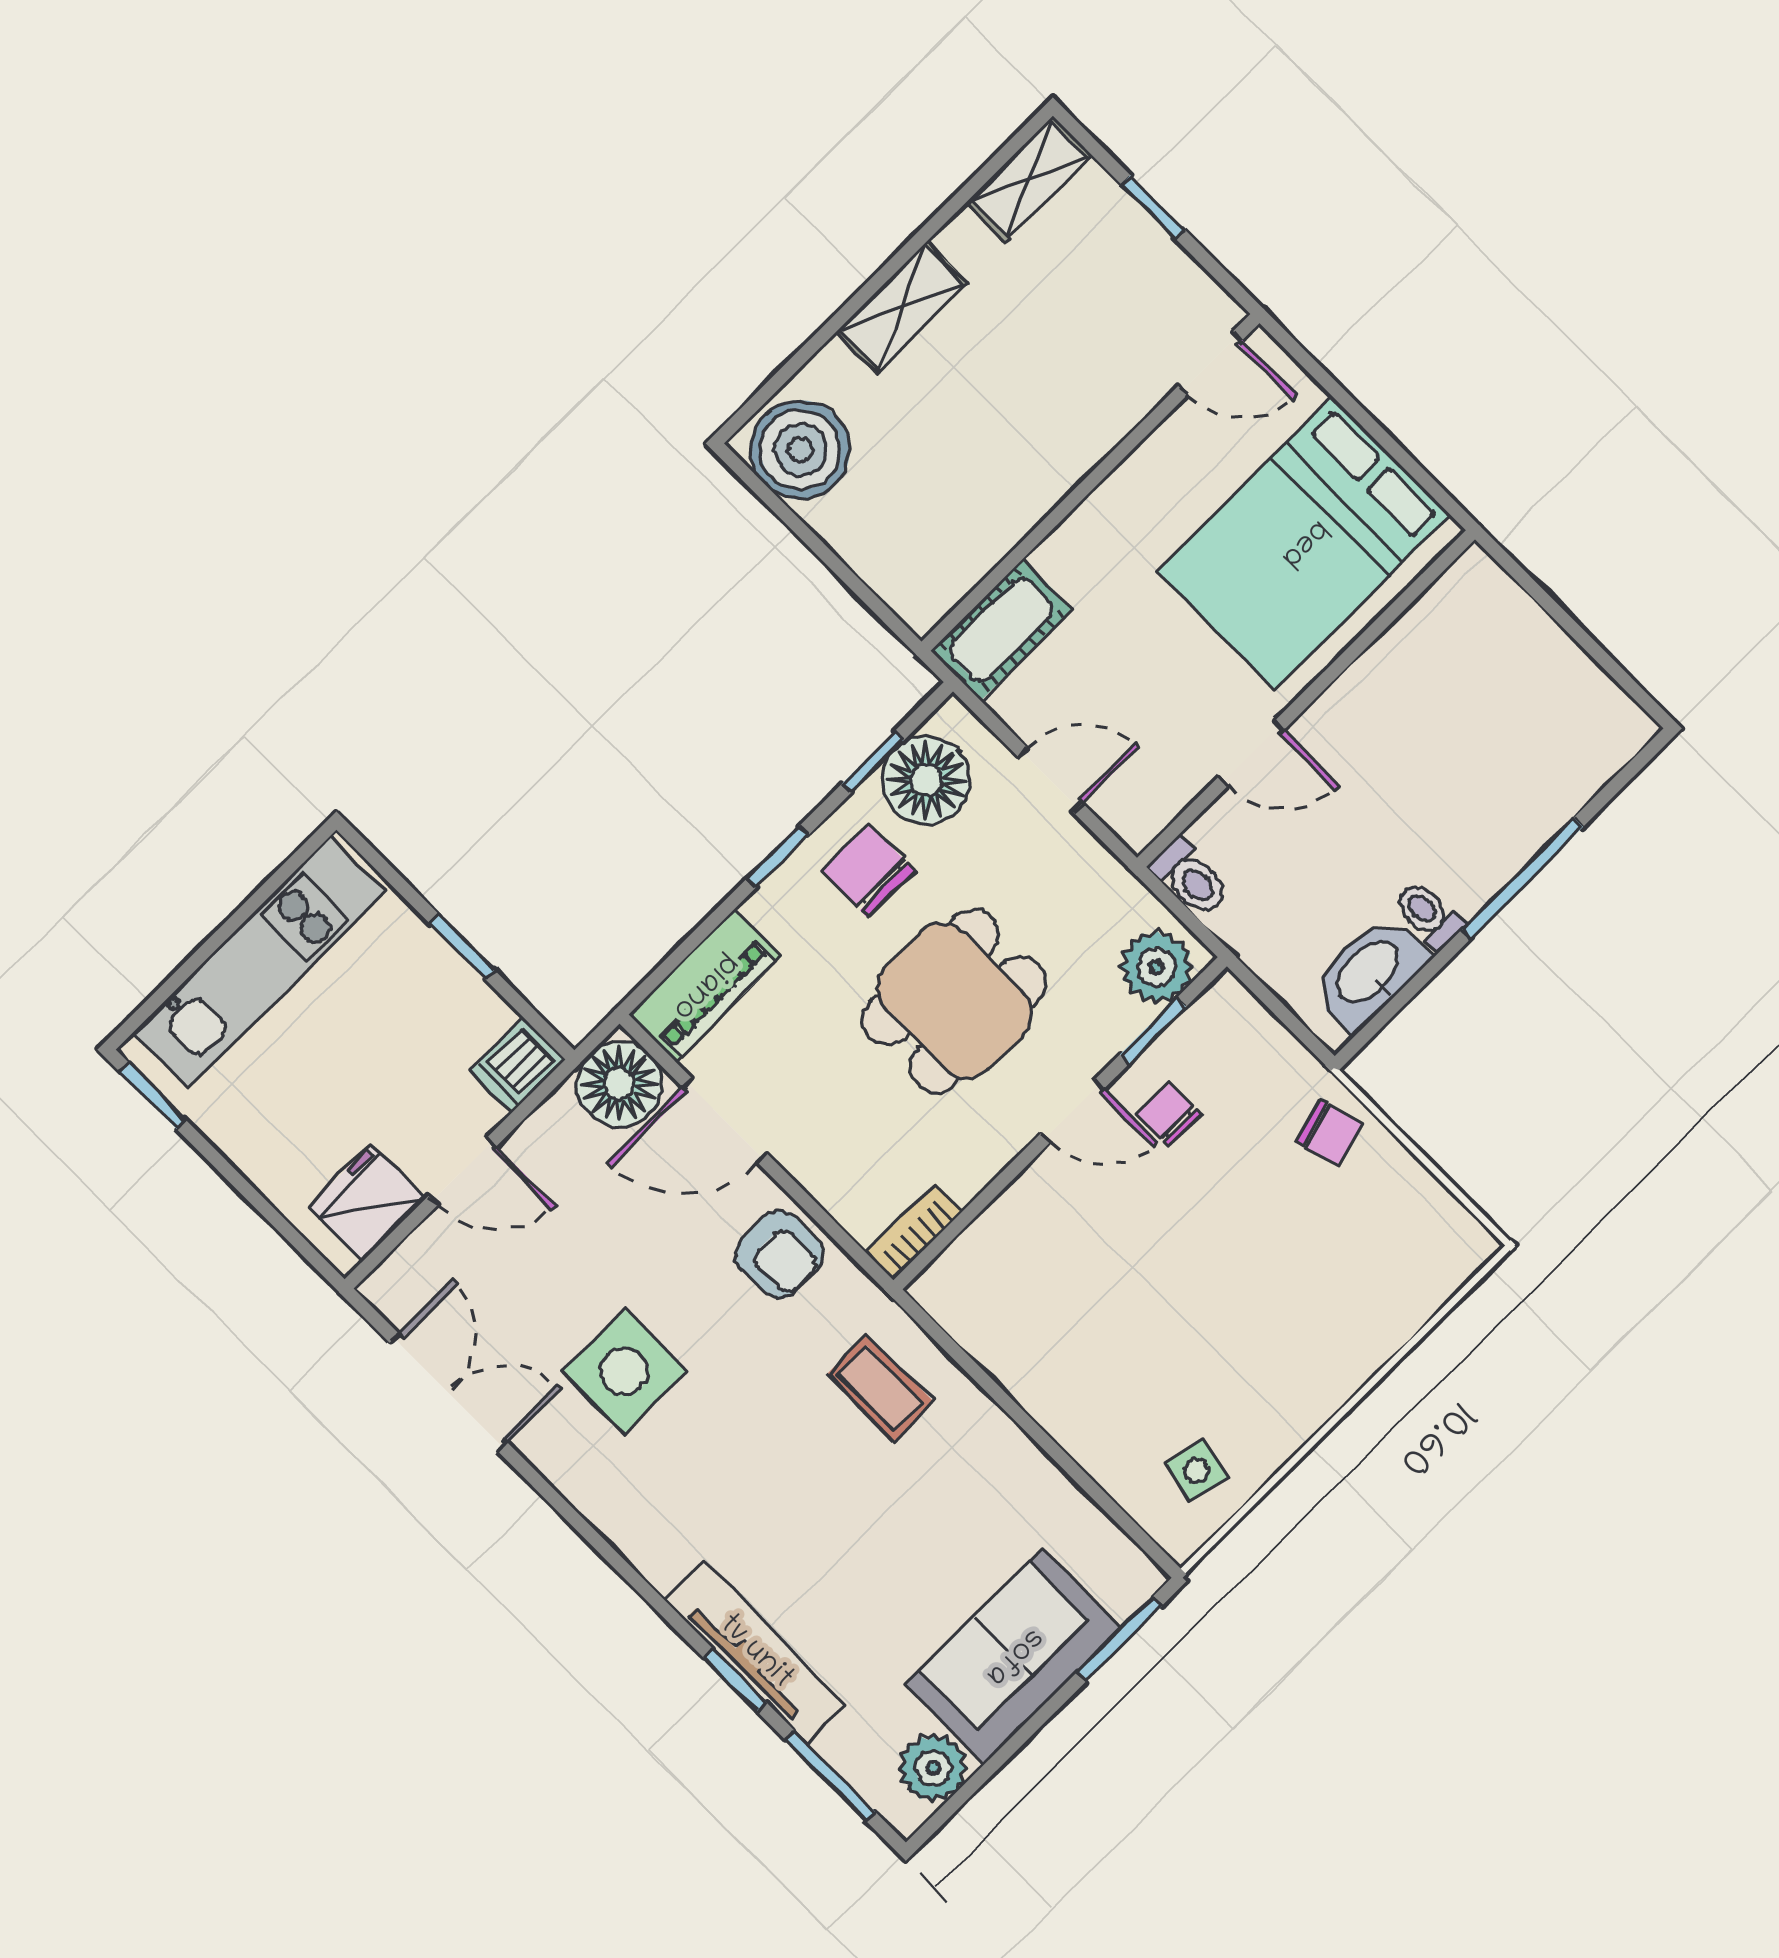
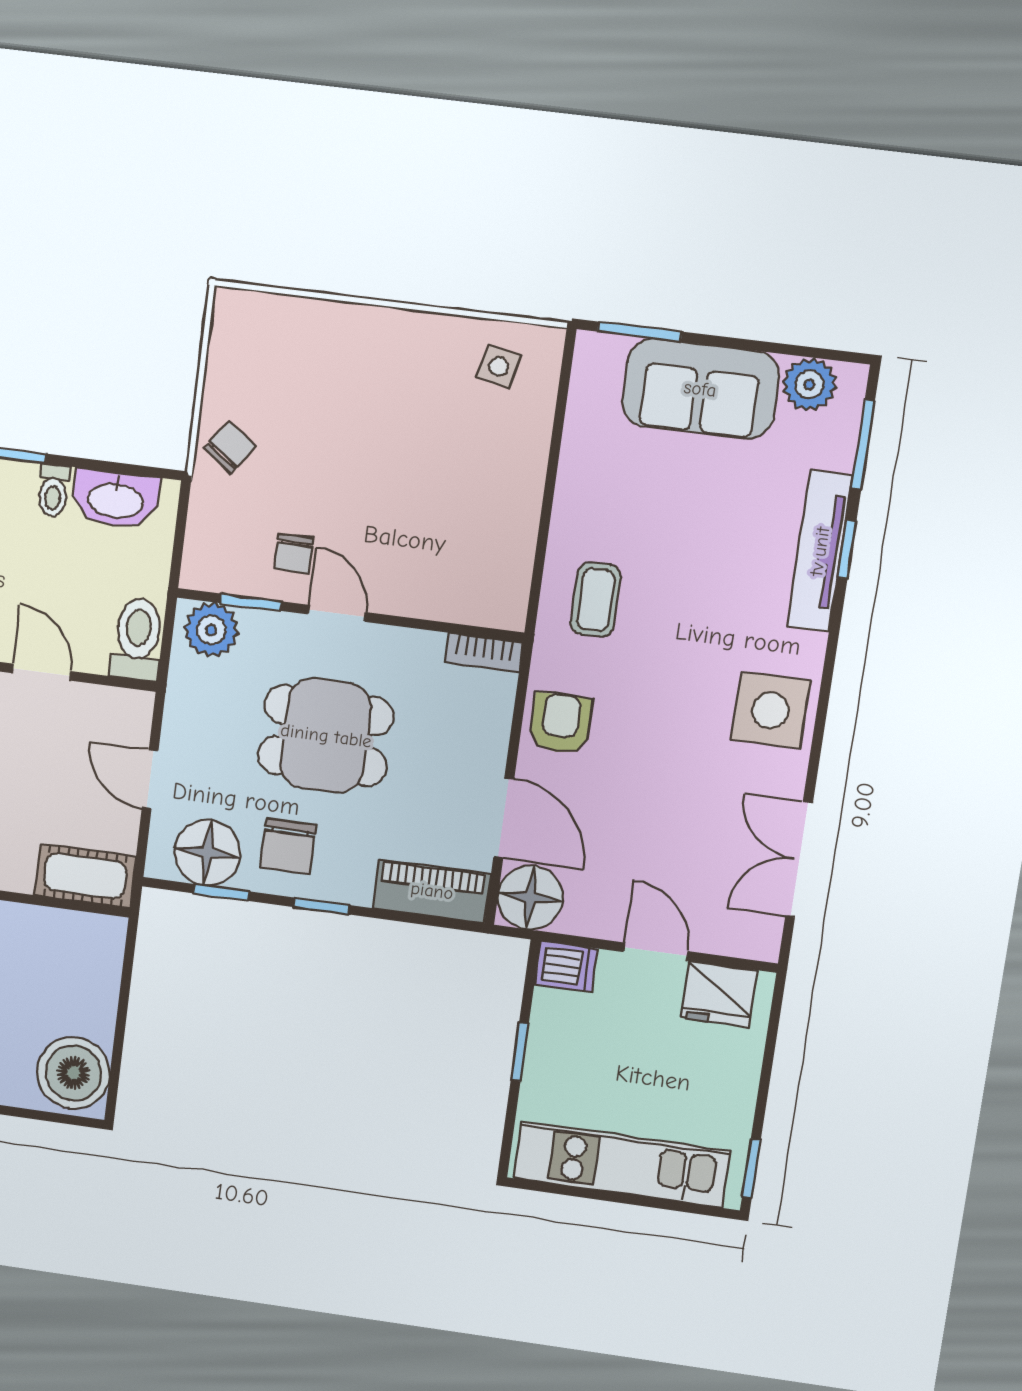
toilet: (1190, 878) -> (137, 639), width x1.37, depth x1.39
chair: (1329, 1133) -> (230, 447), turned 52
side table: (624, 1371) -> (771, 710), moved

